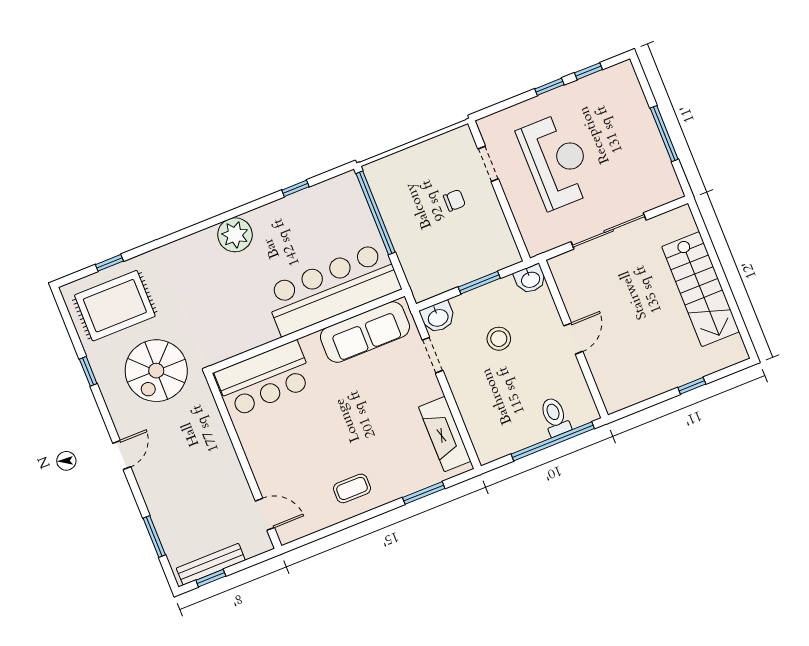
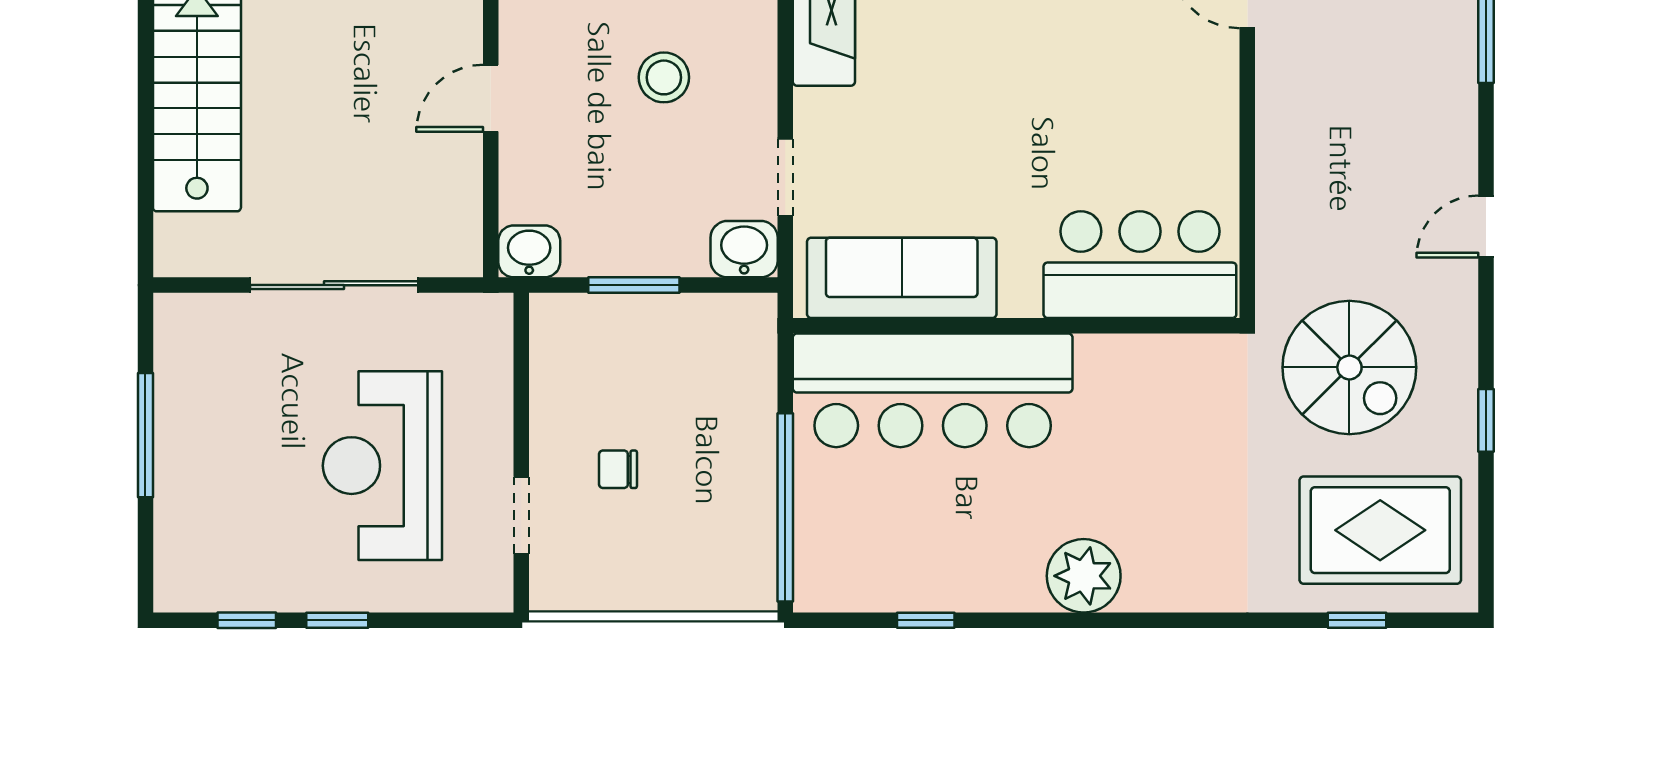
stool: (499, 339) -> (664, 77), moved
spiral stairs: (156, 371) -> (1349, 367), turned 90

